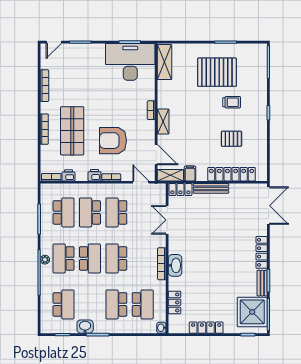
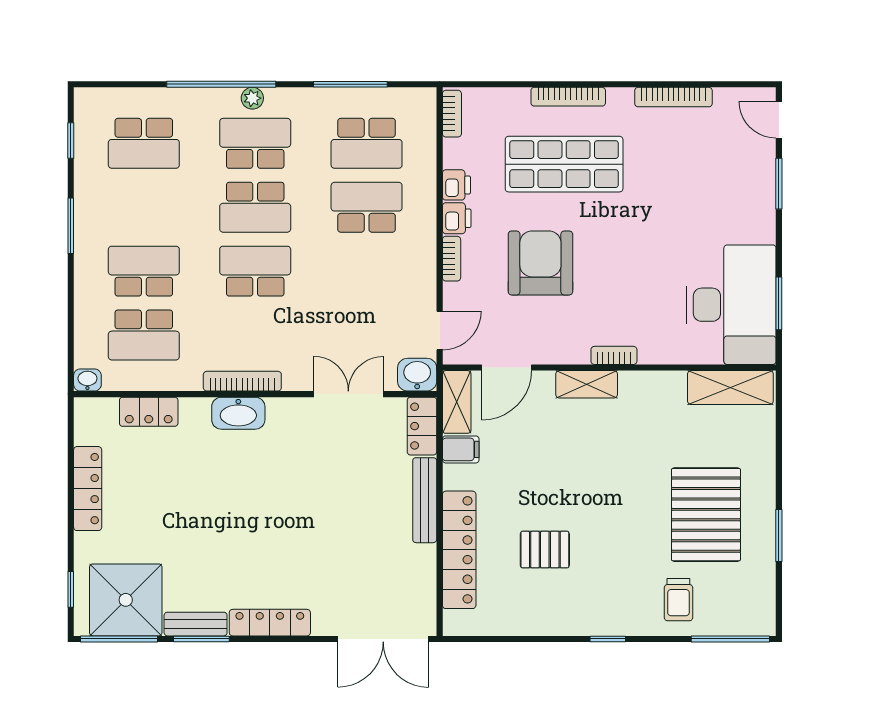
trolley: (232, 102) -> (678, 600), moved
pallet: (231, 139) -> (545, 550), turned 90
printer: (68, 175) -> (456, 185), moved
school desk: (116, 212) -> (367, 271), removed
washbasin: (85, 327) -> (417, 375), moved, turned -90

